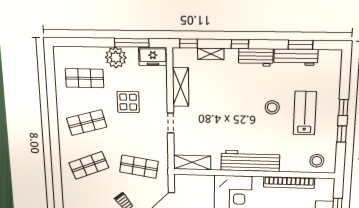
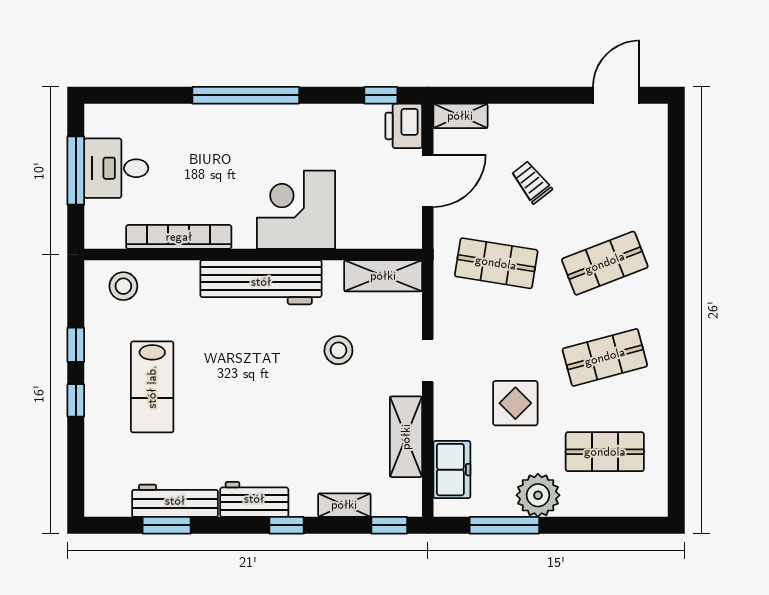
freezer: (153, 56) -> (452, 470), moved, turned 90
stool: (272, 107) -> (338, 350), moved

